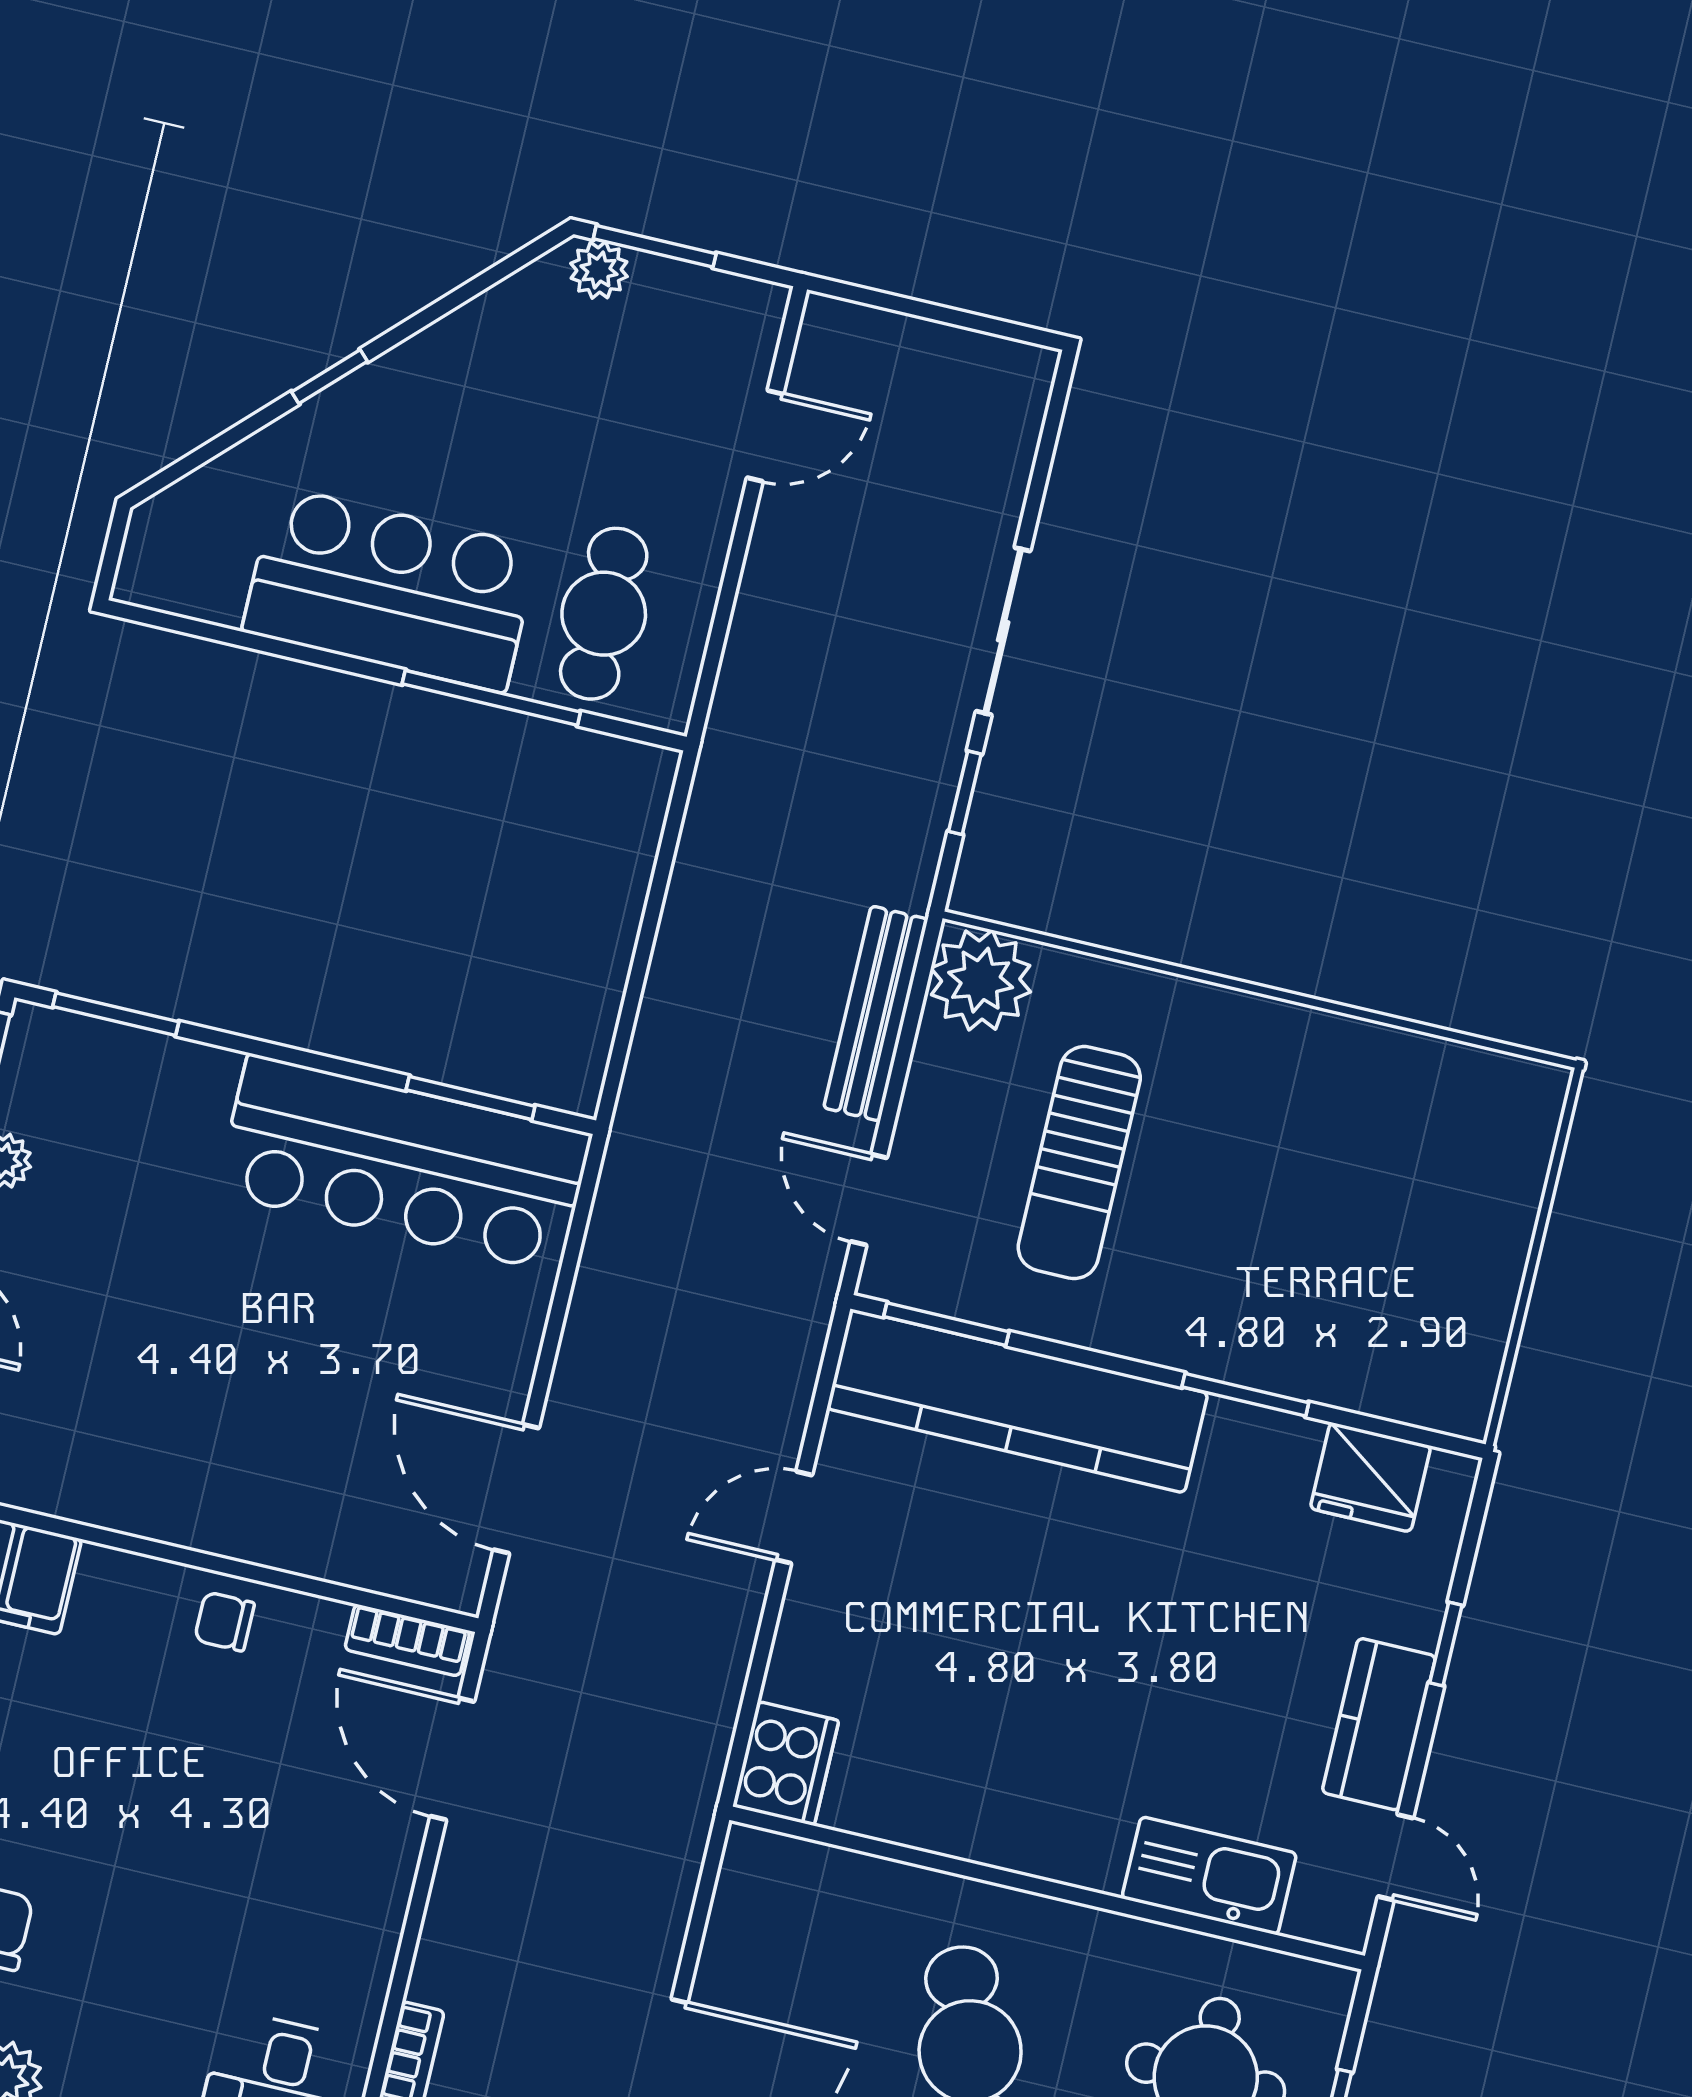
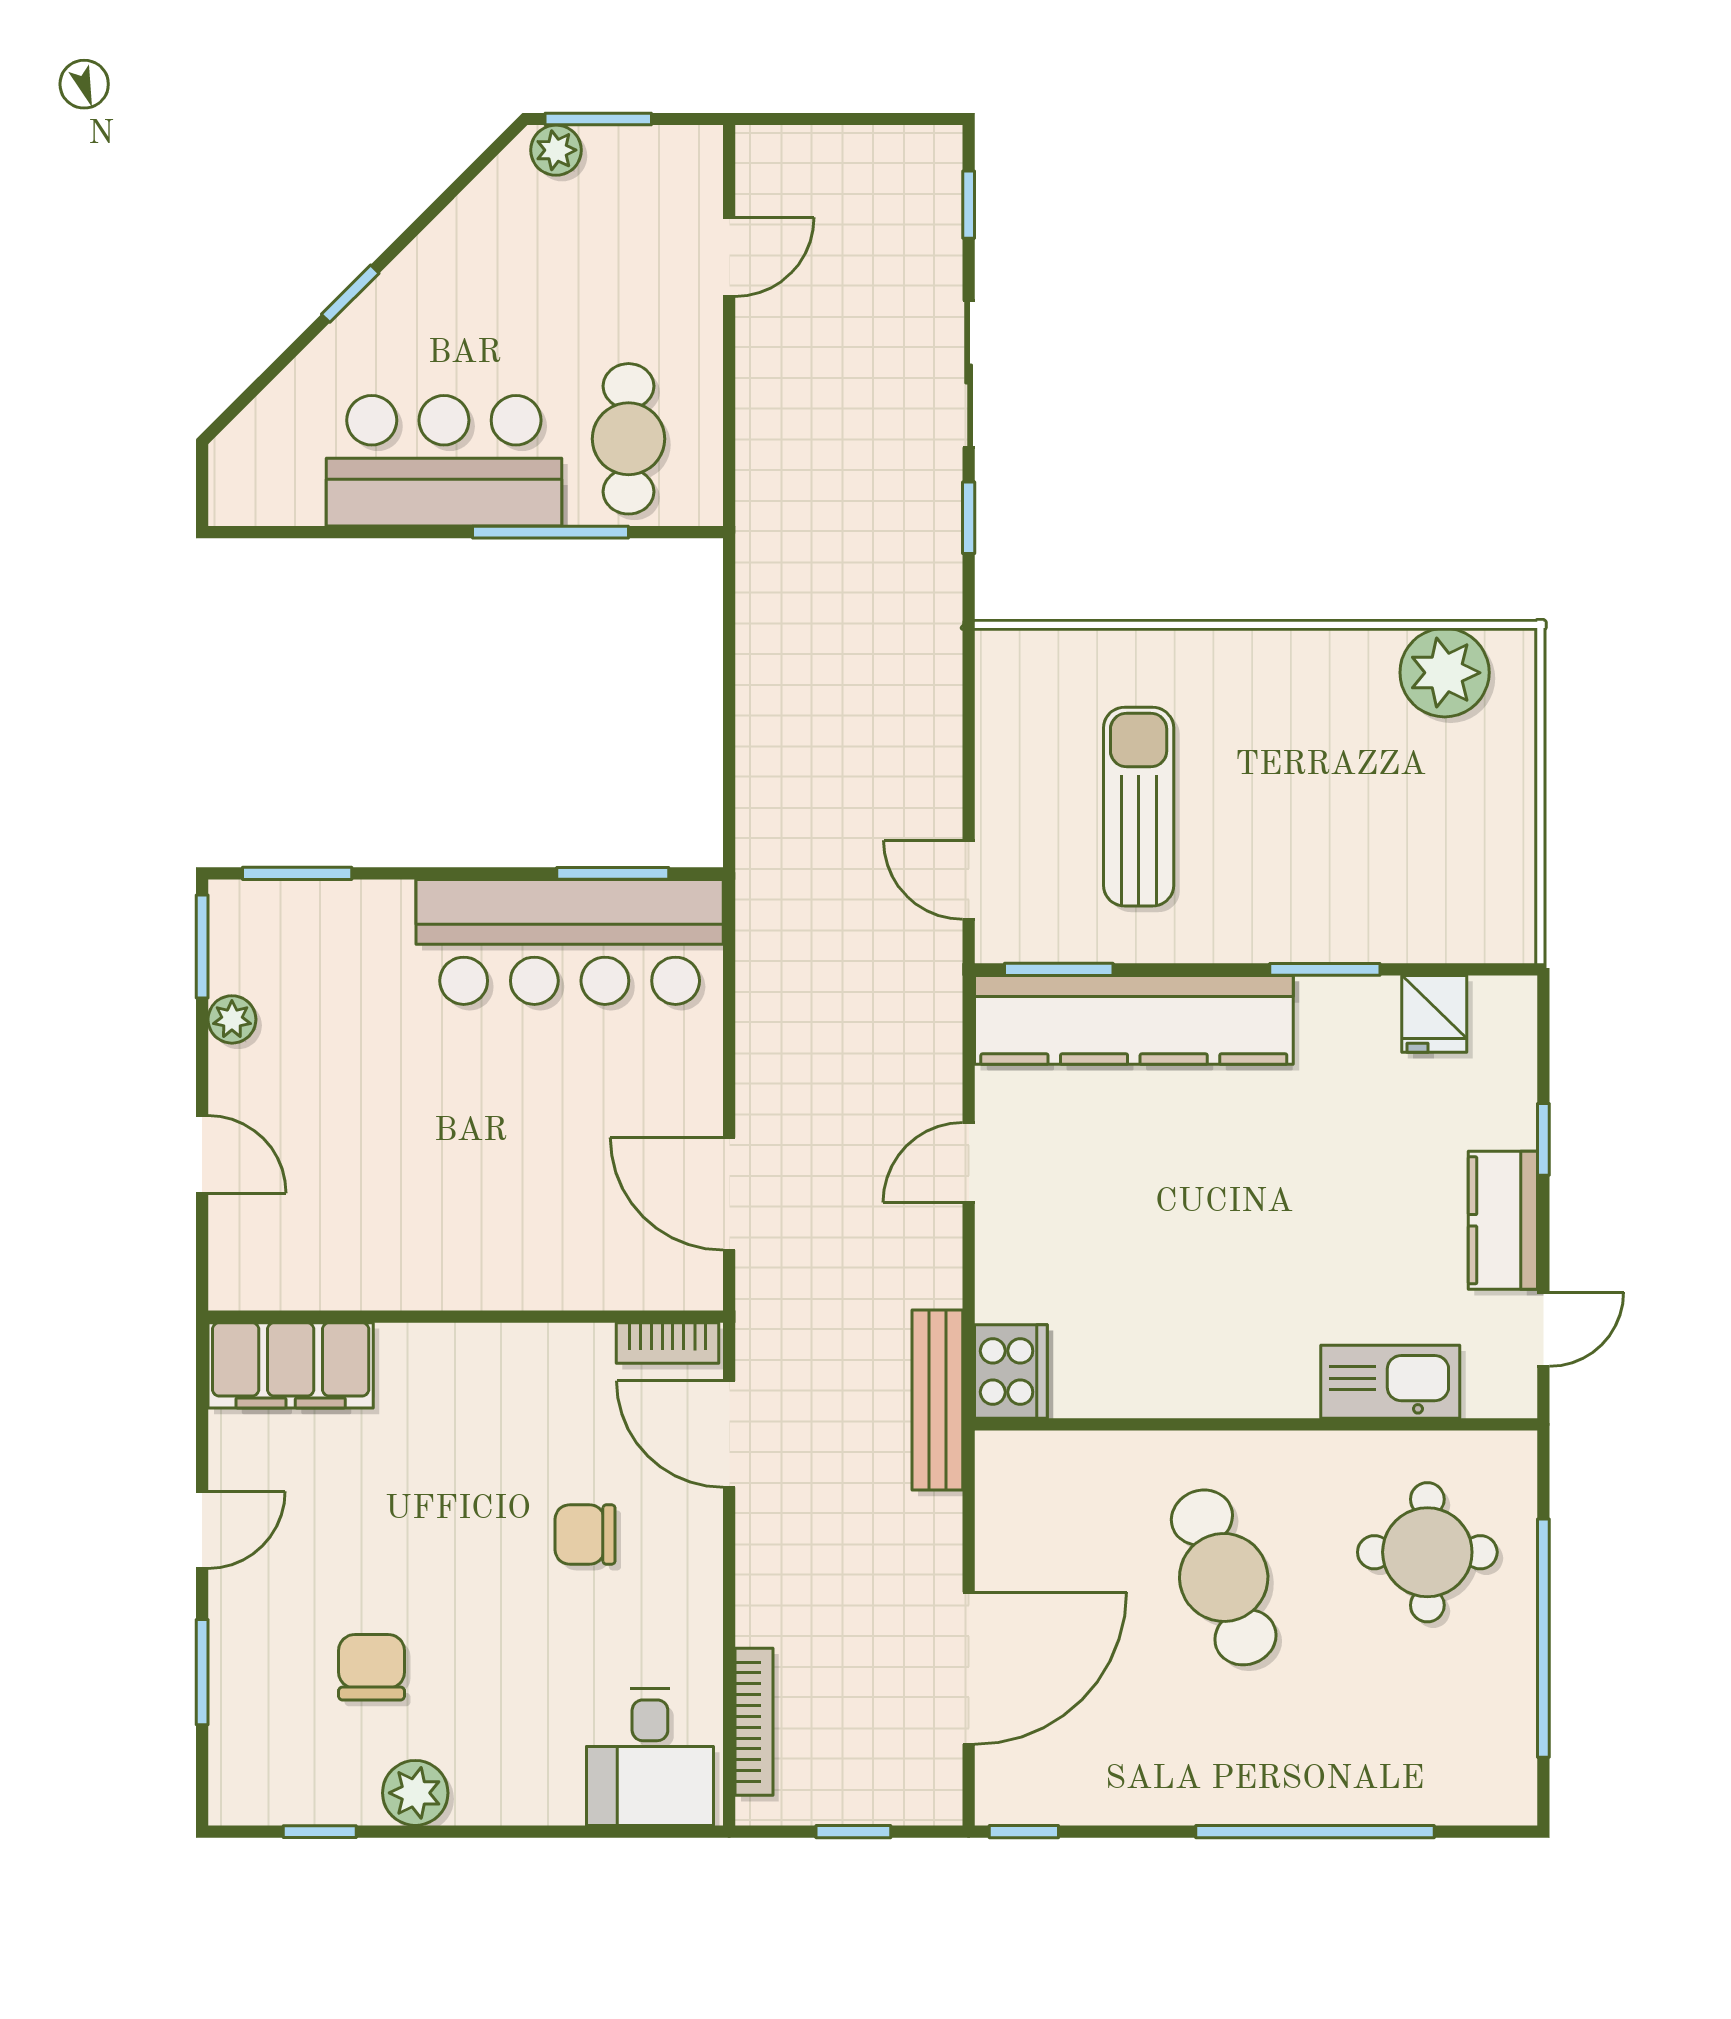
window: (1048, 441) -> (969, 205), added
plant: (981, 980) -> (1445, 673), moved
bench: (876, 1014) -> (937, 1400), moved
sun lounger: (1079, 1163) -> (1139, 807), turned 180
fridge: (1371, 1477) -> (1434, 1014), width x0.72
chair: (224, 1622) -> (585, 1534), moved, width x1.37, depth x1.37
door: (1395, 1857) -> (1543, 1329), hinge flipped

